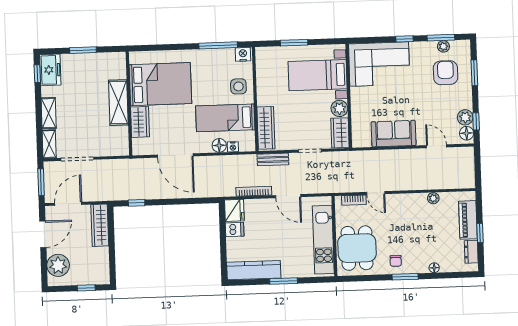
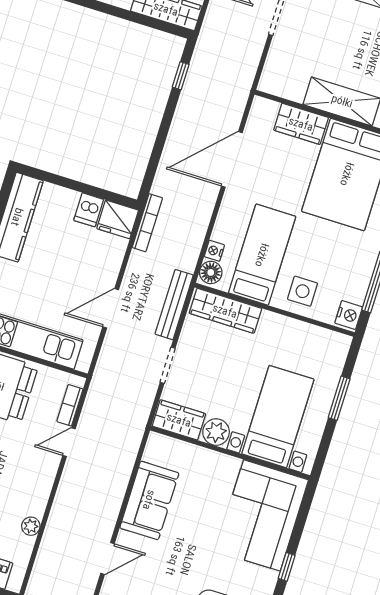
floor lamp: (219, 145) -> (211, 272), moved
bench: (273, 159) -> (174, 305), width x1.36
bookcase: (254, 191) -> (147, 223), moved

